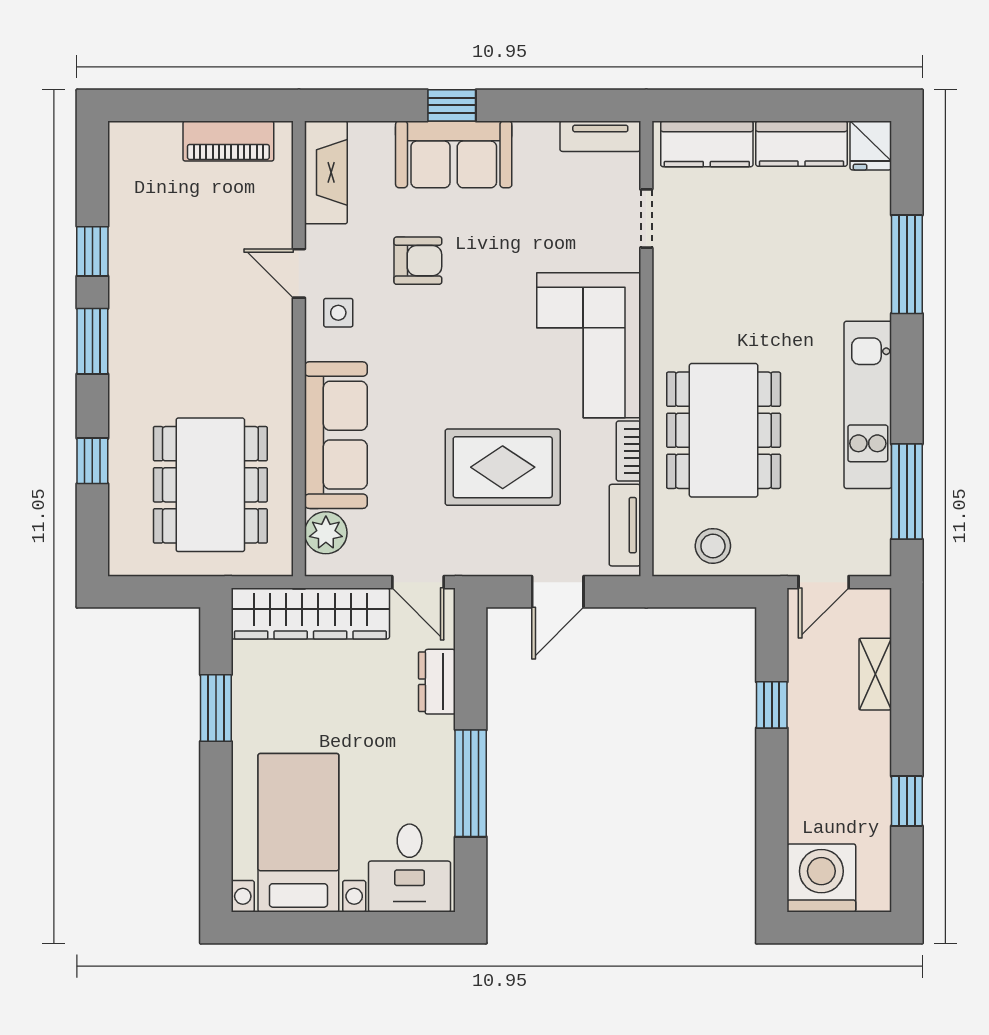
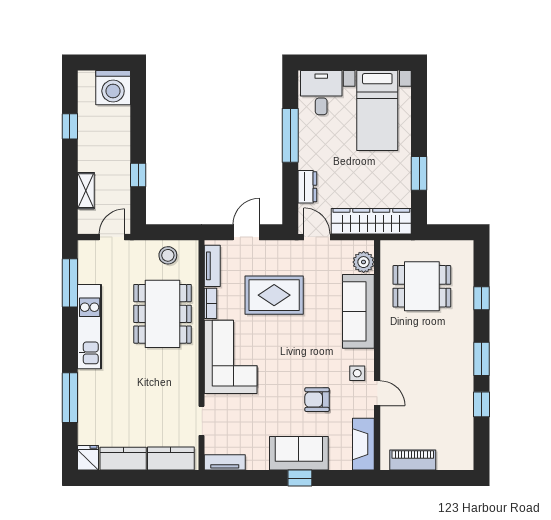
dining table: (210, 485) -> (422, 286), width x0.73

